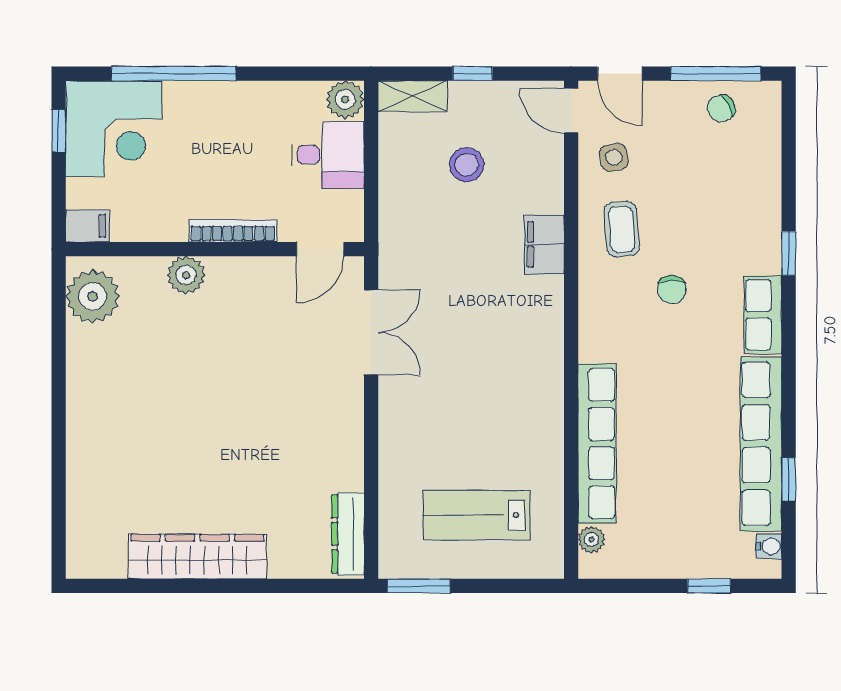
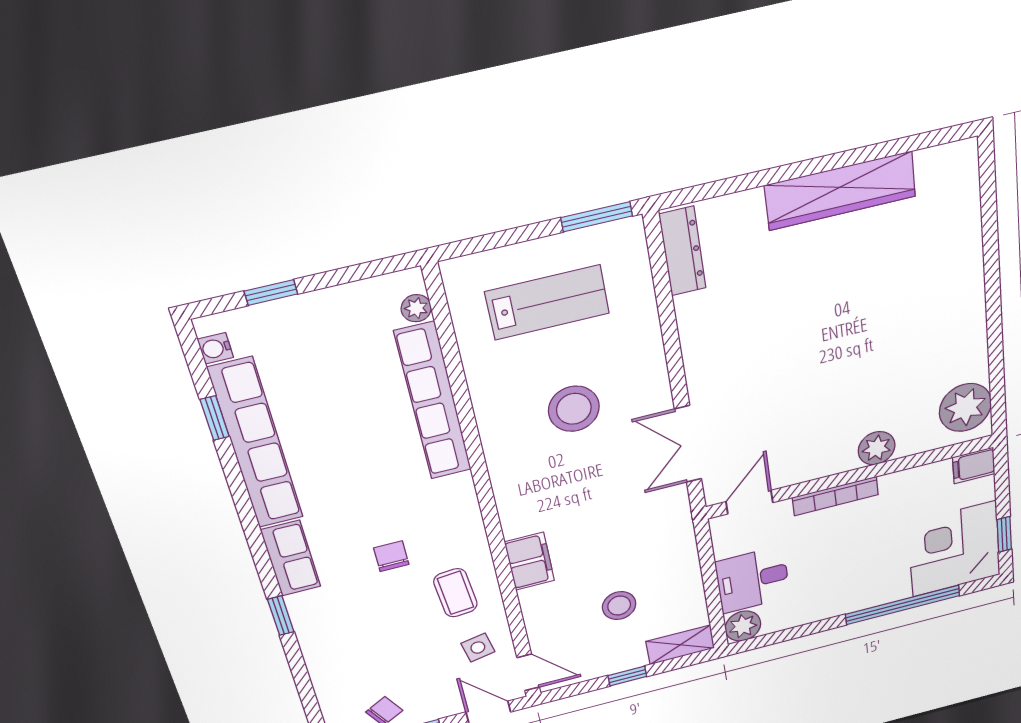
stool: (472, 401) -> (574, 409), added

